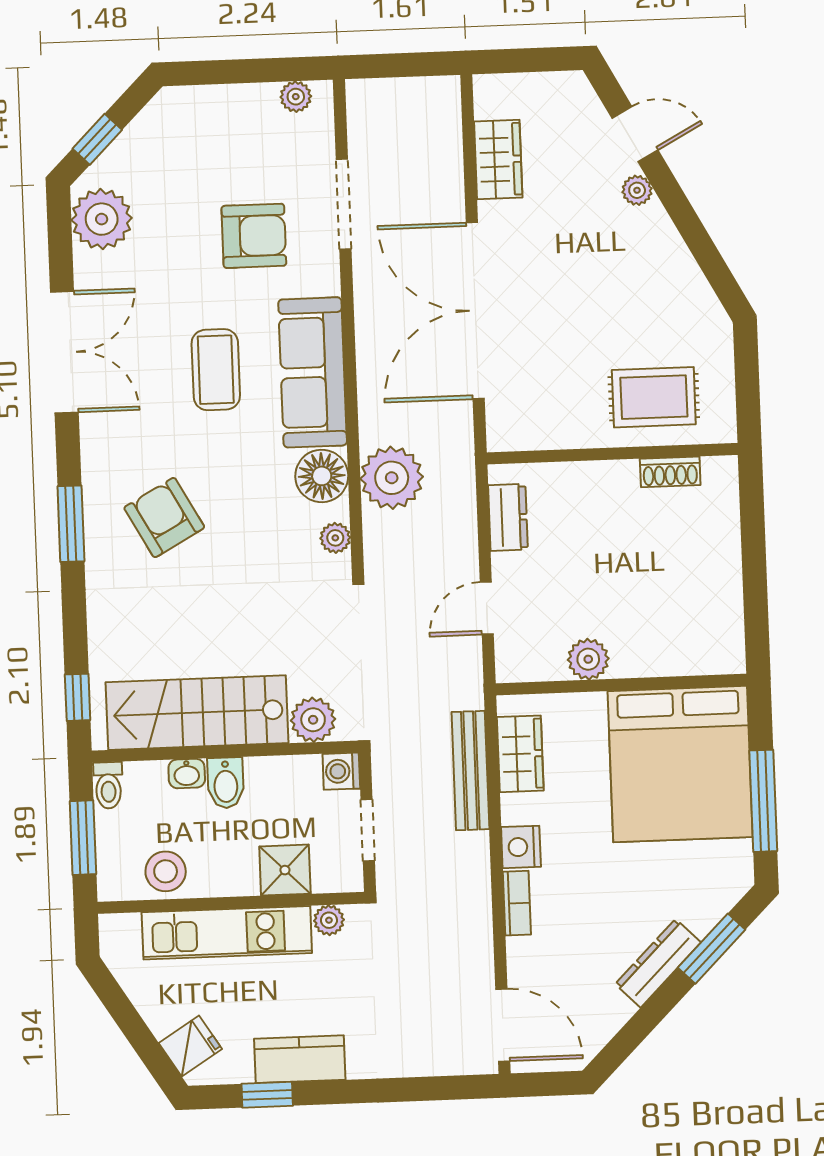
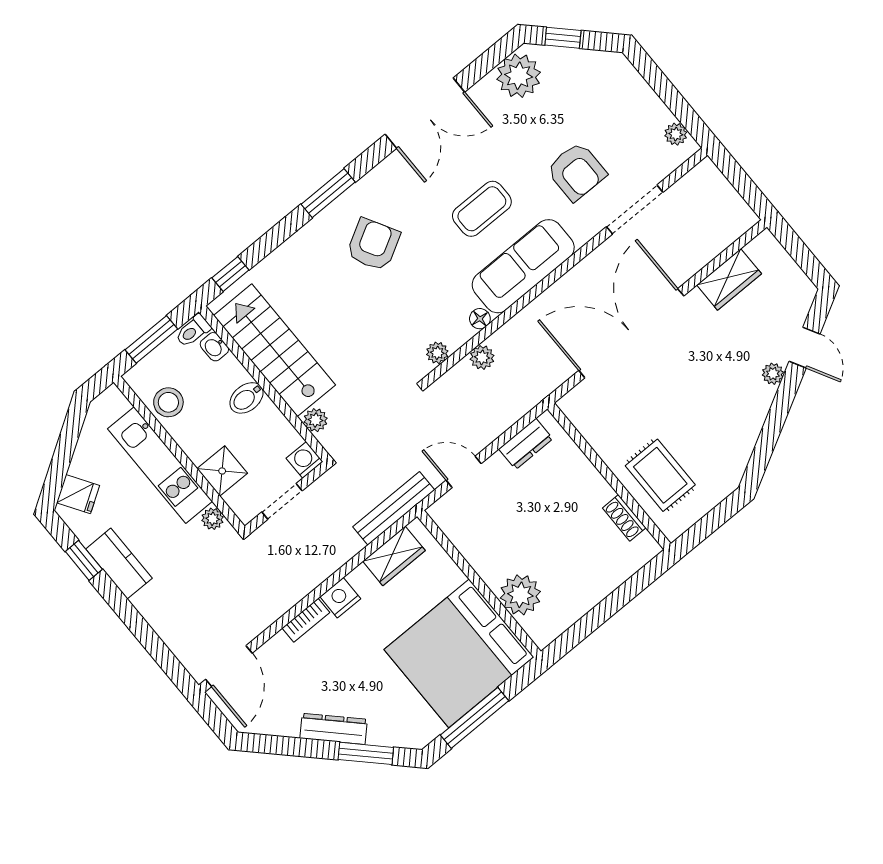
floor lamp: (322, 476) -> (480, 319), width x0.53, depth x0.53
plant: (392, 478) -> (482, 357), width x0.53, depth x0.53
plant: (588, 659) -> (520, 595), moved, width x1.36, depth x1.36
plant: (313, 720) -> (316, 420), width x0.73, depth x0.73
bench: (470, 771) -> (394, 508), moved
washbasin: (187, 774) -> (214, 347), moved

